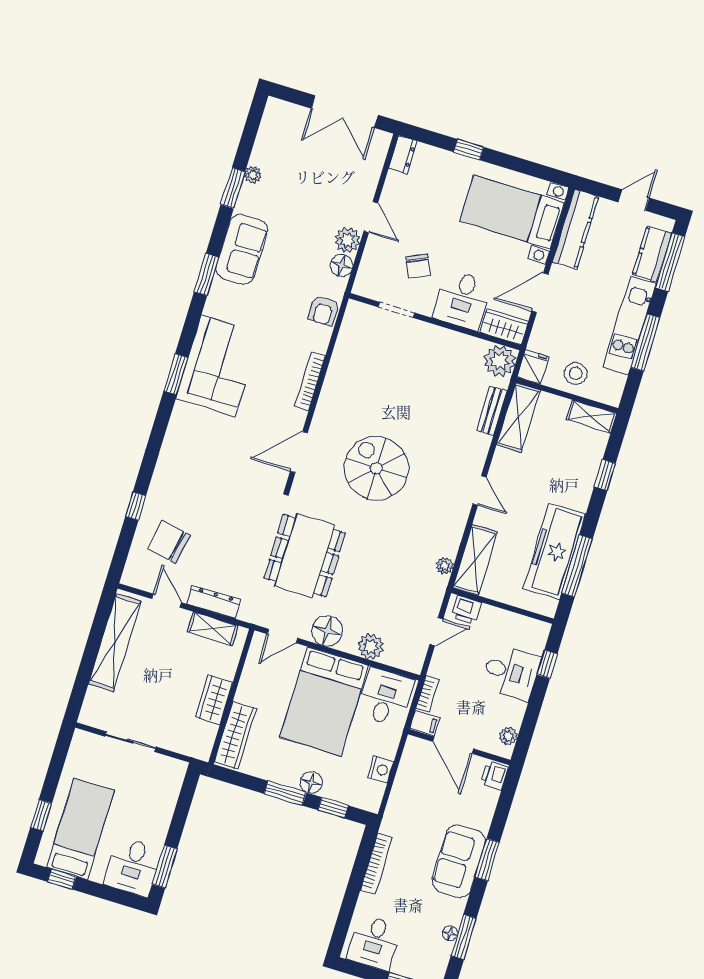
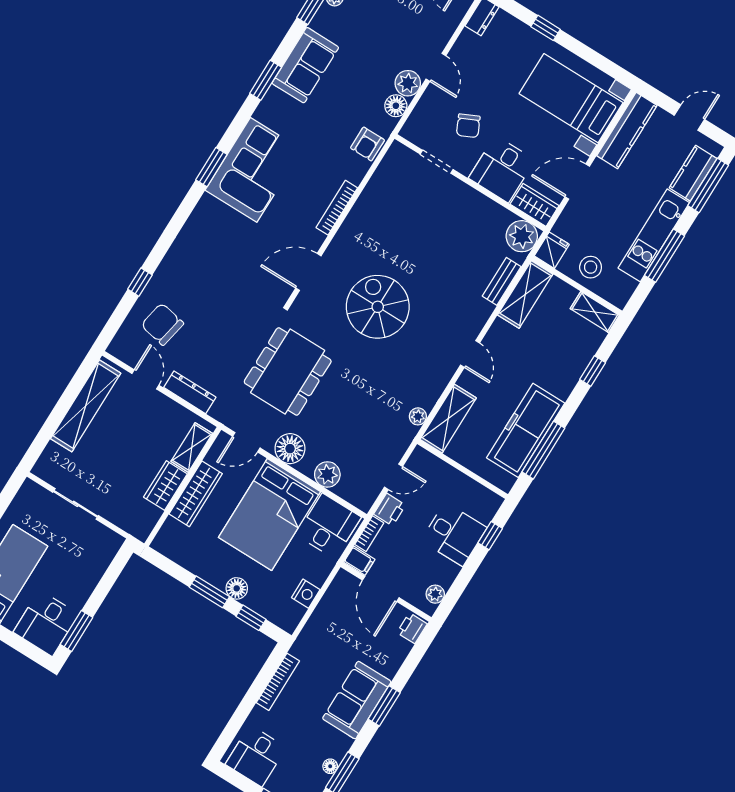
printer: (466, 610) -> (390, 510), moved, turned -90
shelving: (213, 629) -> (192, 447), moved, turned 90
wardrobe: (235, 735) -> (196, 494), moved

